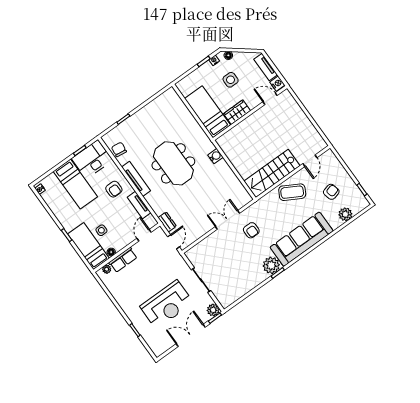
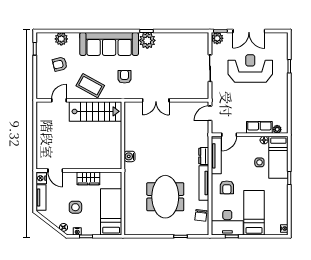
bed: (208, 112) -> (111, 212), moved, turned 180
meeting table: (173, 163) -> (165, 197), moved
armchair: (114, 189) -> (227, 187), turned 180
tv unit: (139, 205) -> (216, 156), width x1.41
dresser: (167, 222) -> (204, 156), moved
armchair: (251, 230) -> (125, 77), moved

